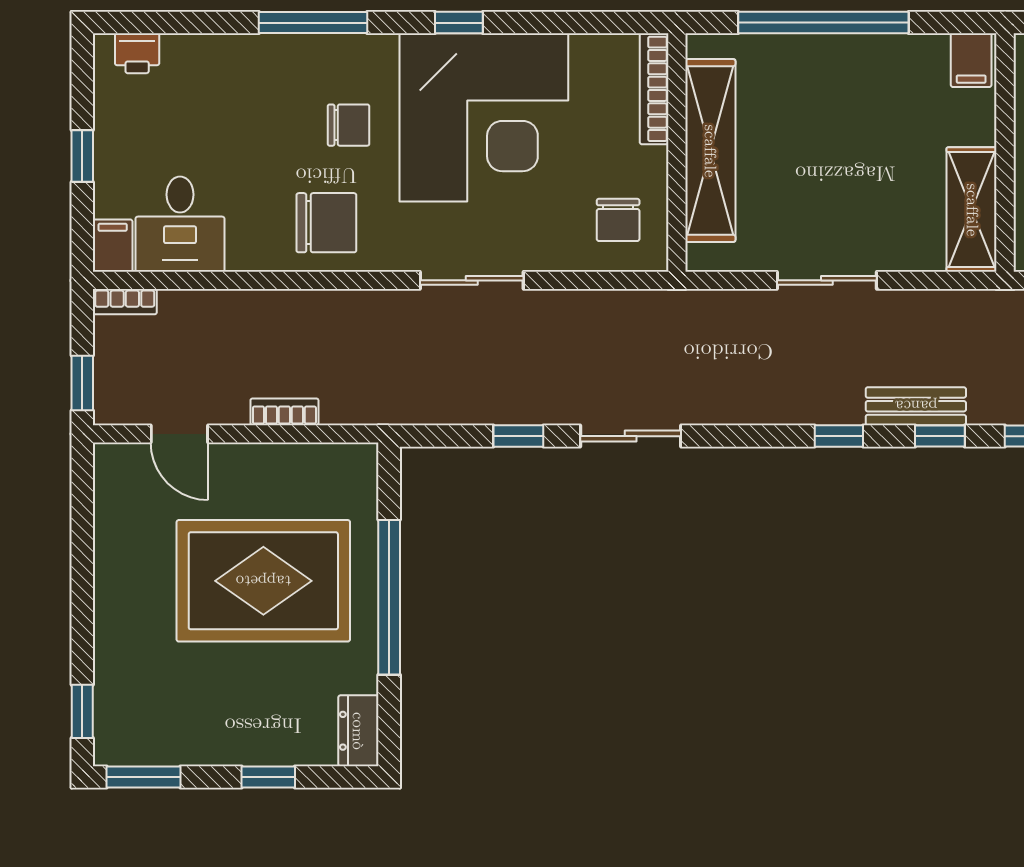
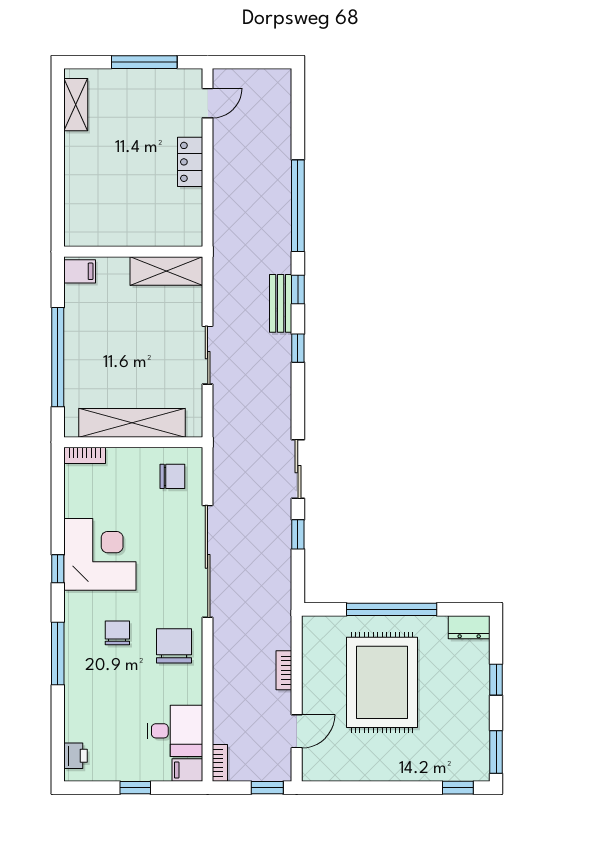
bookcase: (654, 89) -> (85, 455), width x0.64
corner desk: (484, 117) -> (100, 554), width x0.74, depth x0.74
sliding door: (472, 280) -> (208, 561), width x1.86

